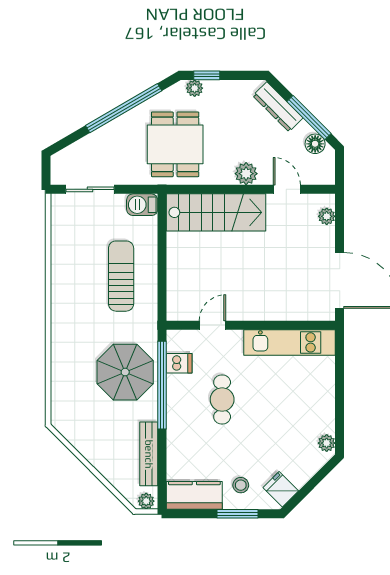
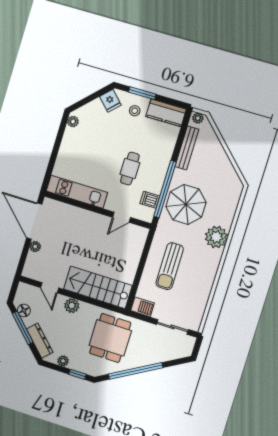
plant: (195, 88) -> (63, 361), moved
plant: (327, 216) -> (35, 247), moved
plant: (67, 339) -> (216, 237), added

